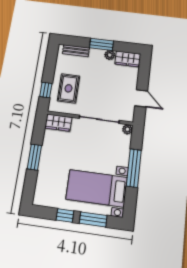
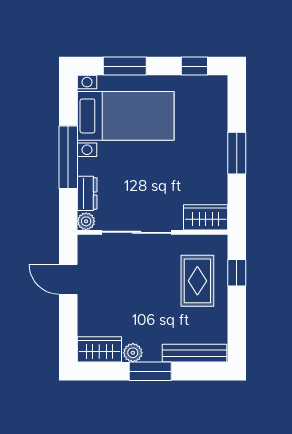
bench: (76, 51) -> (195, 353), width x1.36
dresser: (125, 145) -> (87, 193), added
window: (65, 215) -> (194, 66), moved

